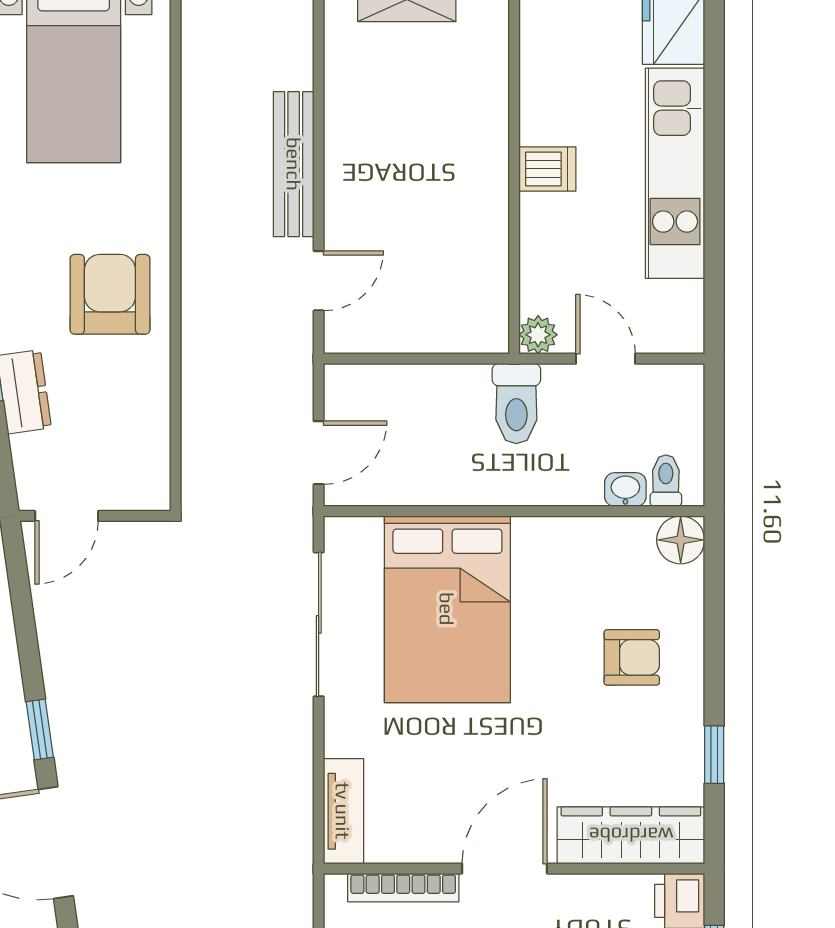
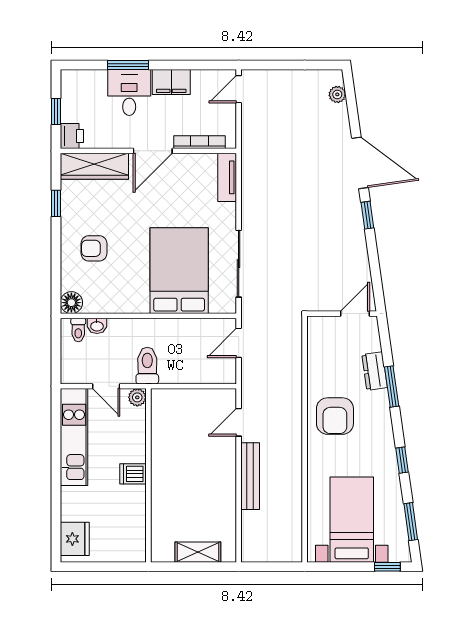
kitchen unit: (675, 173) -> (74, 437), moved

